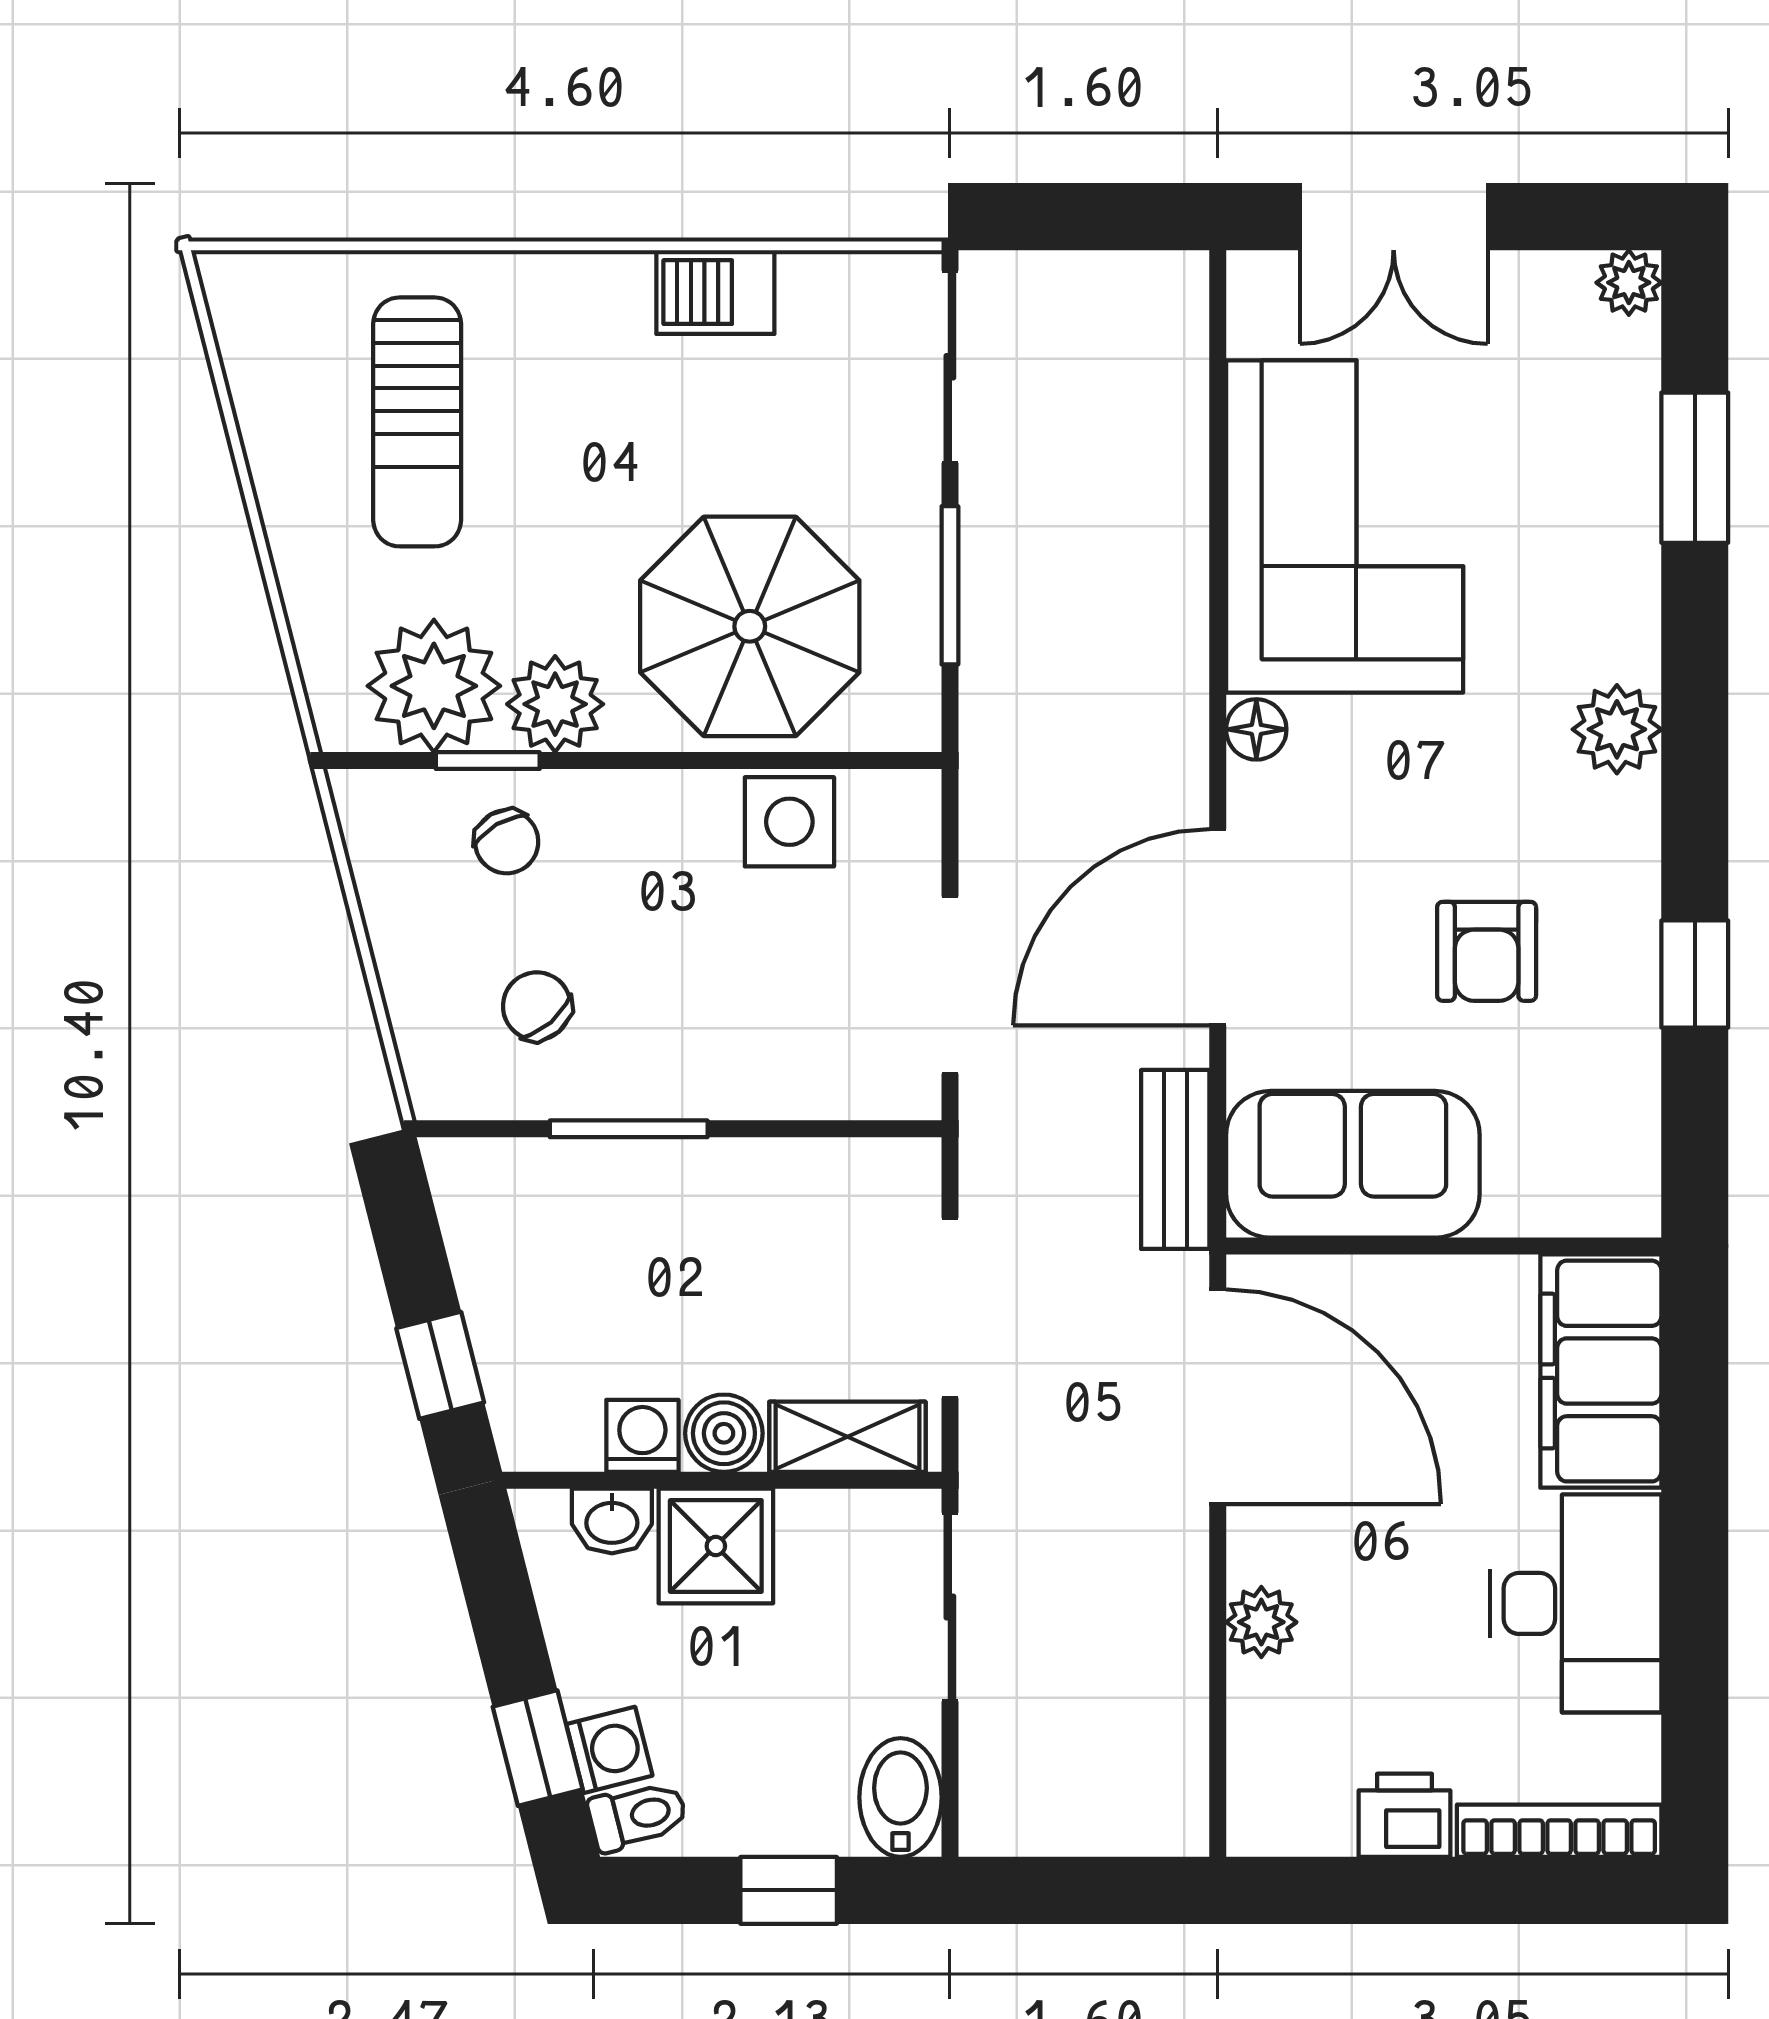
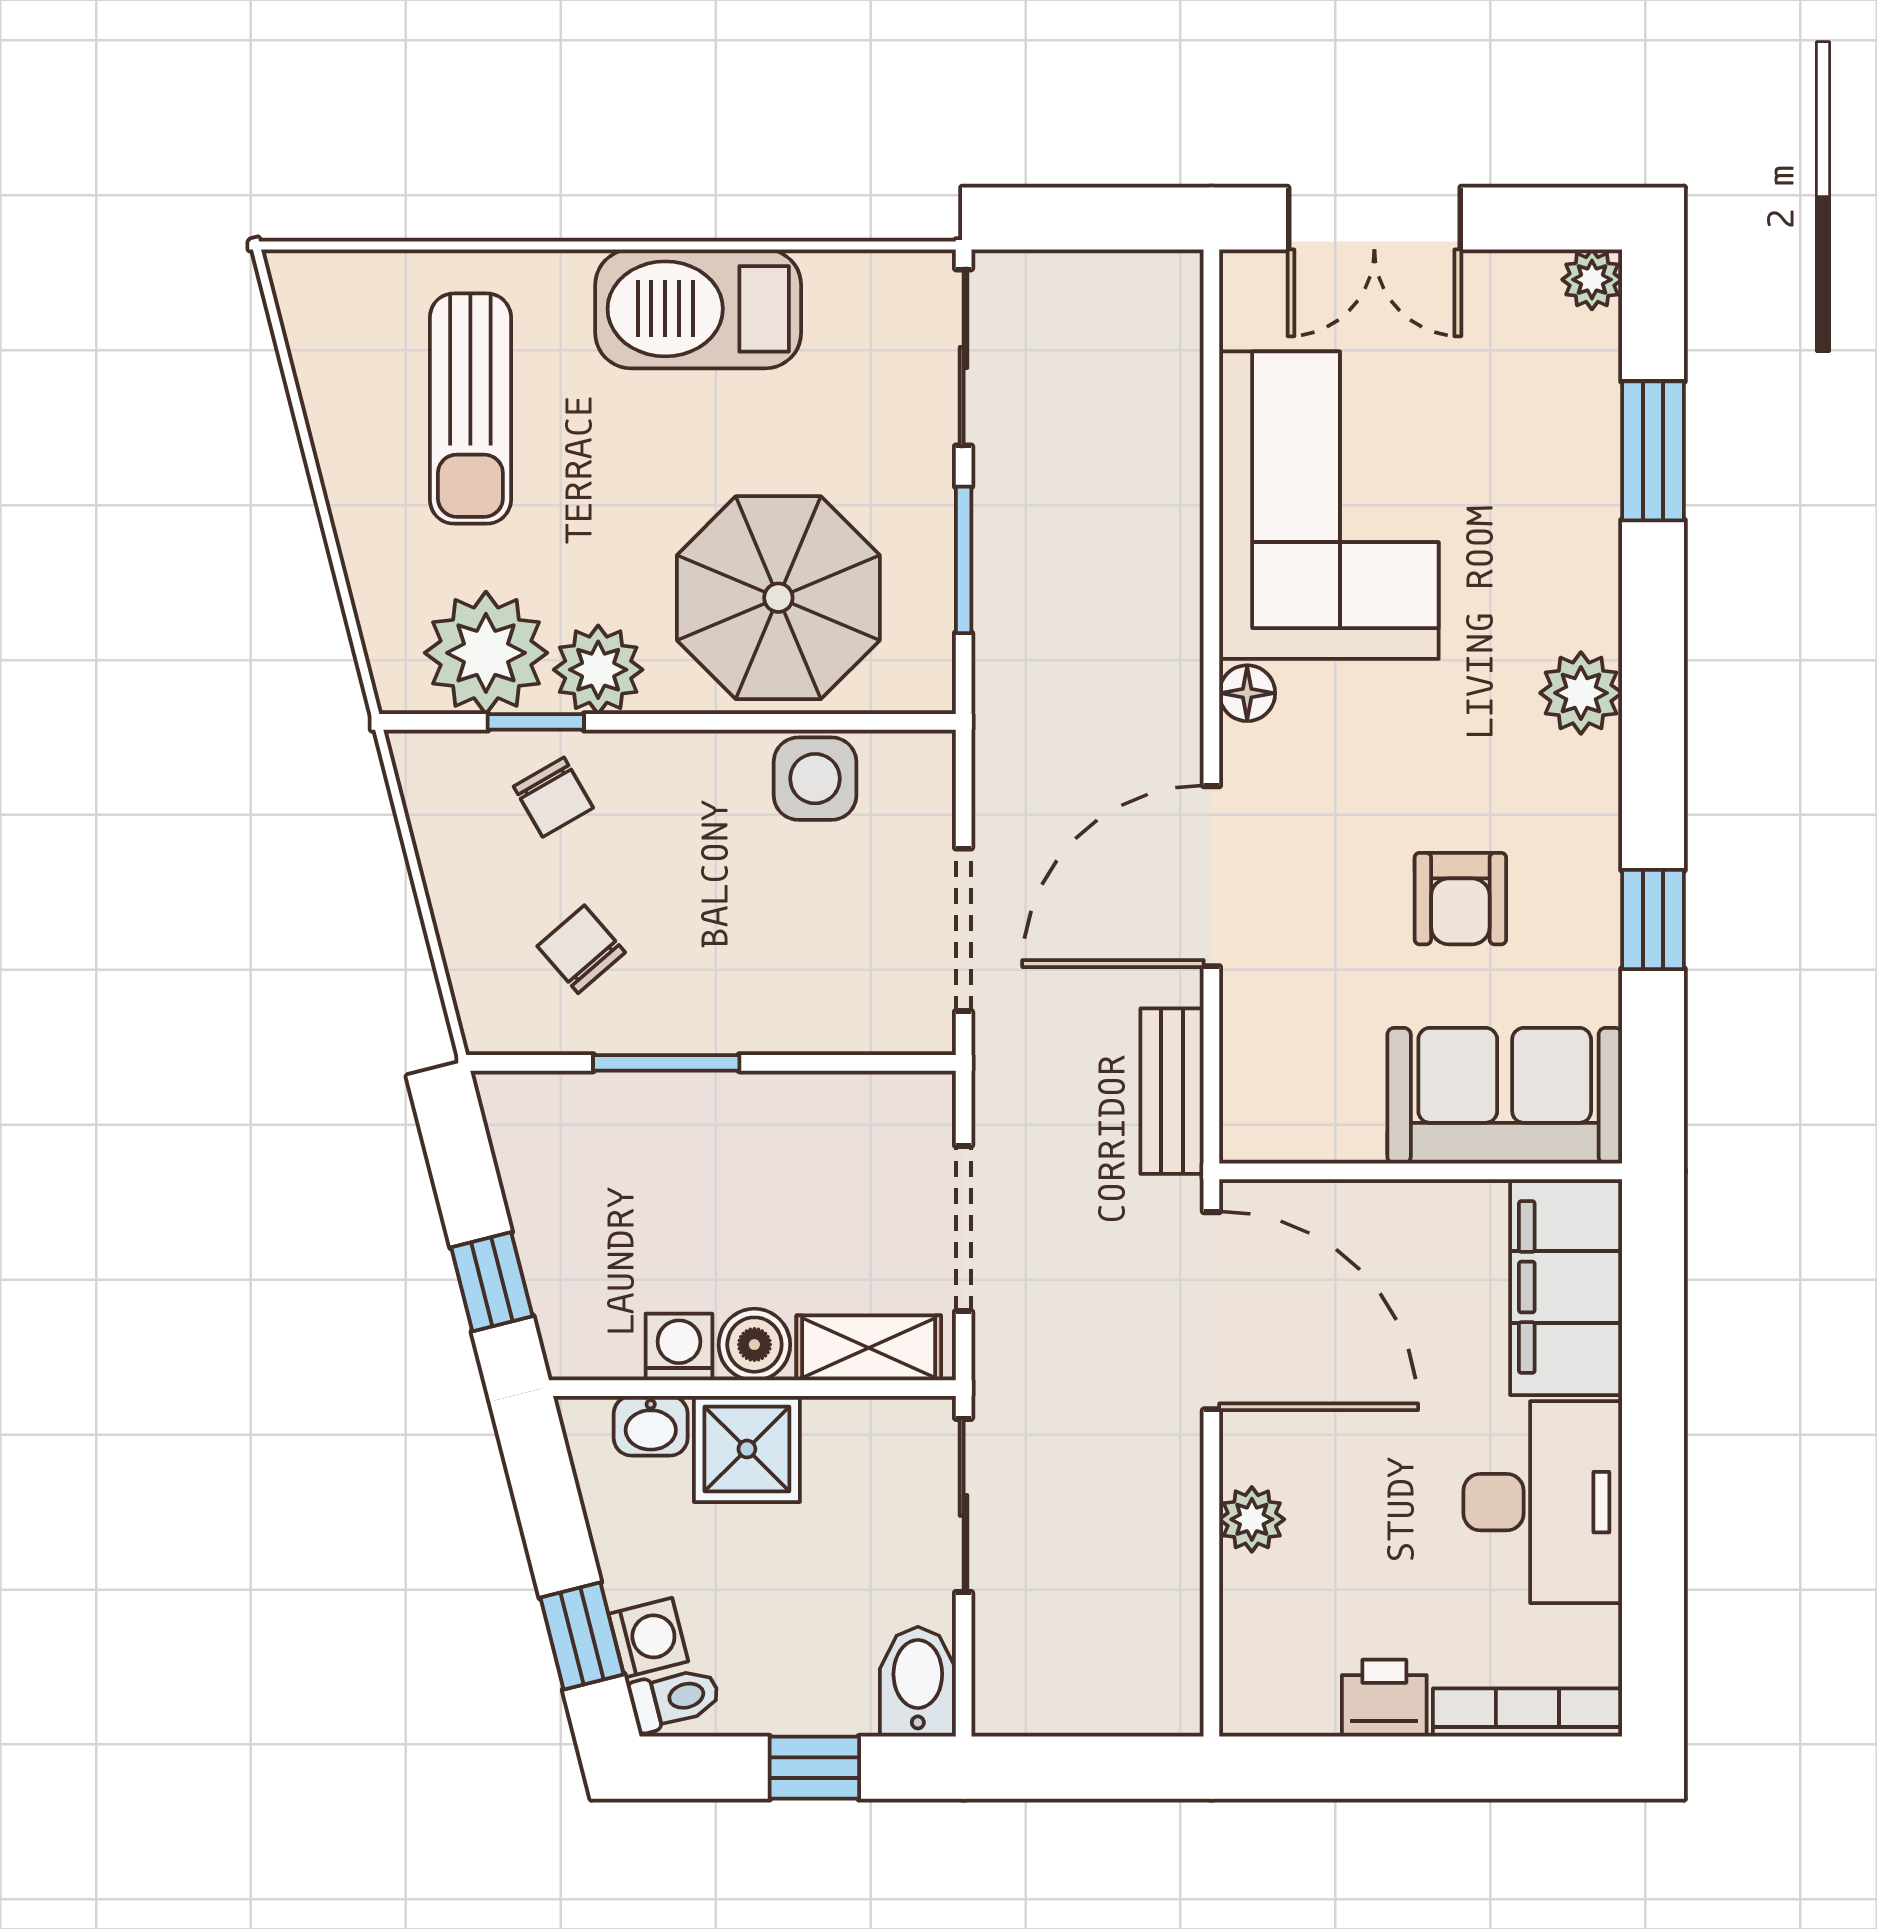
barbecue: (715, 292) -> (698, 309), width x1.88, depth x1.53
sofa: (1353, 1164) -> (1505, 1096), moved

